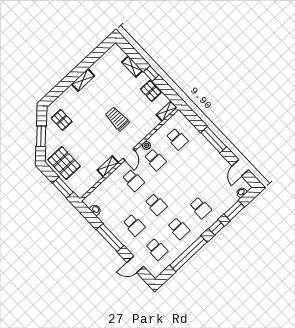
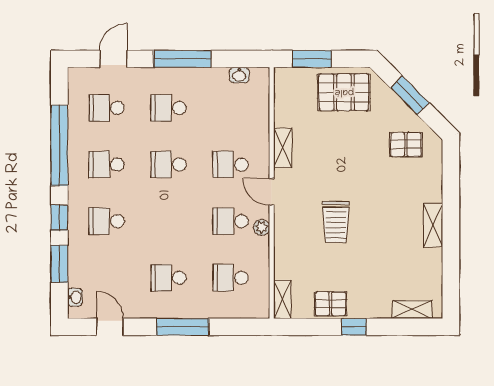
shelving: (132, 67) -> (412, 310), moved
trolley: (117, 119) -> (336, 222), turned 90
school desk: (200, 163) -> (169, 278), added

